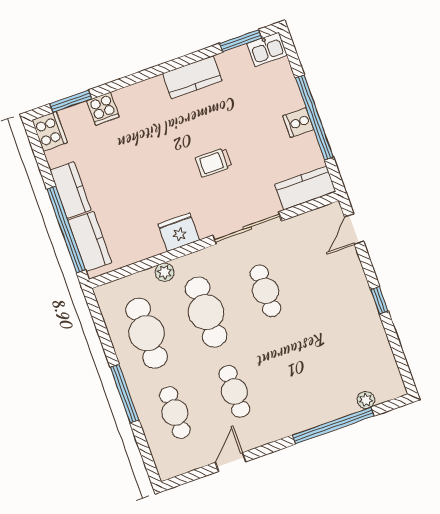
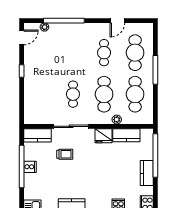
trolley: (214, 162) -> (65, 154), moved
door: (354, 229) -> (22, 37), moved
kitchen counter: (90, 241) -> (126, 135), moved, turned -90
cafe table: (175, 413) -> (135, 53), width x1.37, depth x1.35

